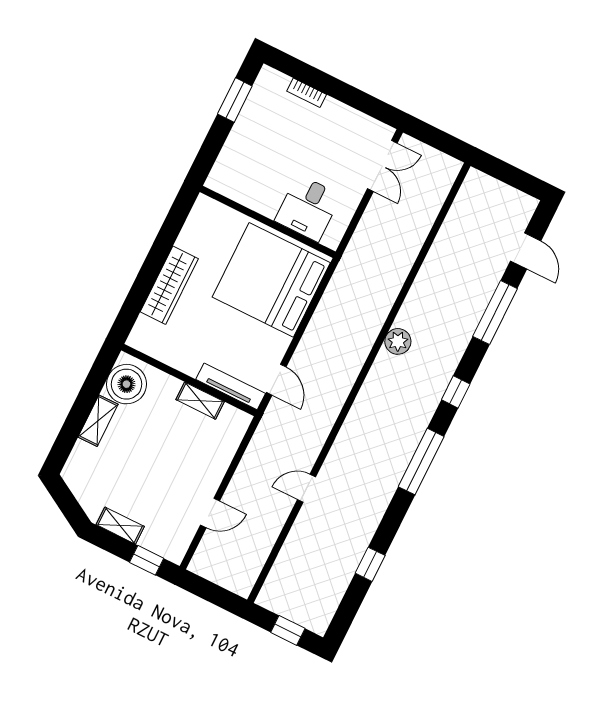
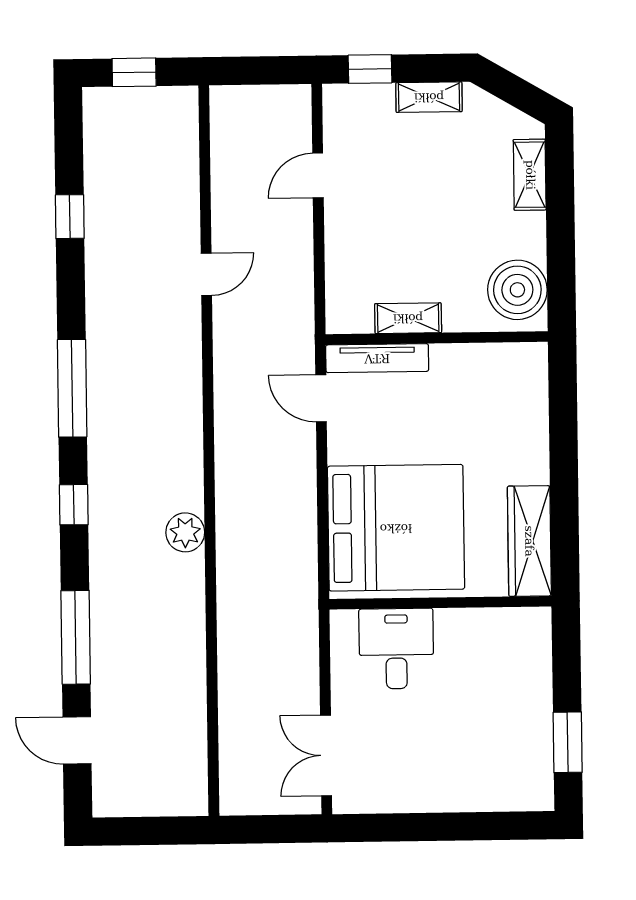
bookcase: (307, 93) -> (477, 801), removed
wardrobe: (169, 285) -> (529, 541), moved
shelving: (98, 421) -> (530, 175), moved

